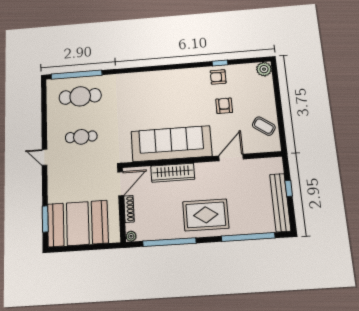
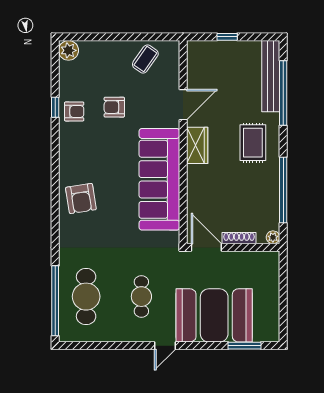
armchair: (218, 77) -> (74, 111), turned -90
armchair: (153, 87) -> (81, 198), added
door: (231, 158) -> (183, 105), swing flipped
wardrobe: (173, 173) -> (197, 145), moved, width x0.67
bench: (280, 203) -> (271, 76), moved, turned 90
rug: (206, 215) -> (253, 143), width x0.73, depth x0.70
booth: (78, 223) -> (214, 315), moved, turned 90

